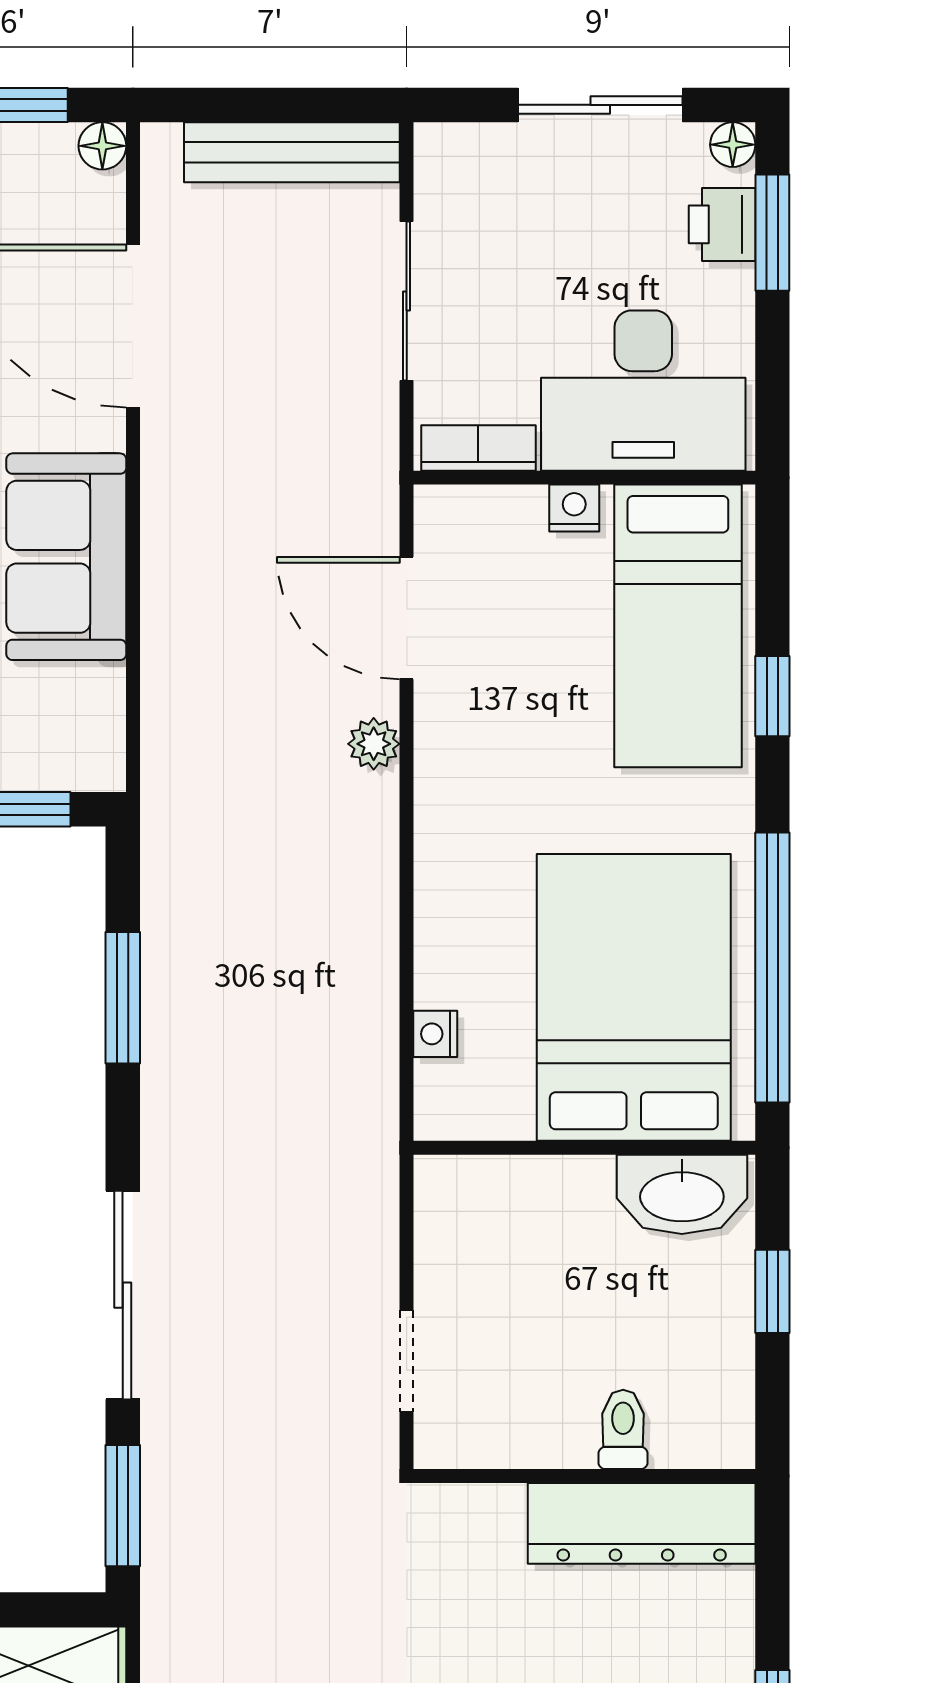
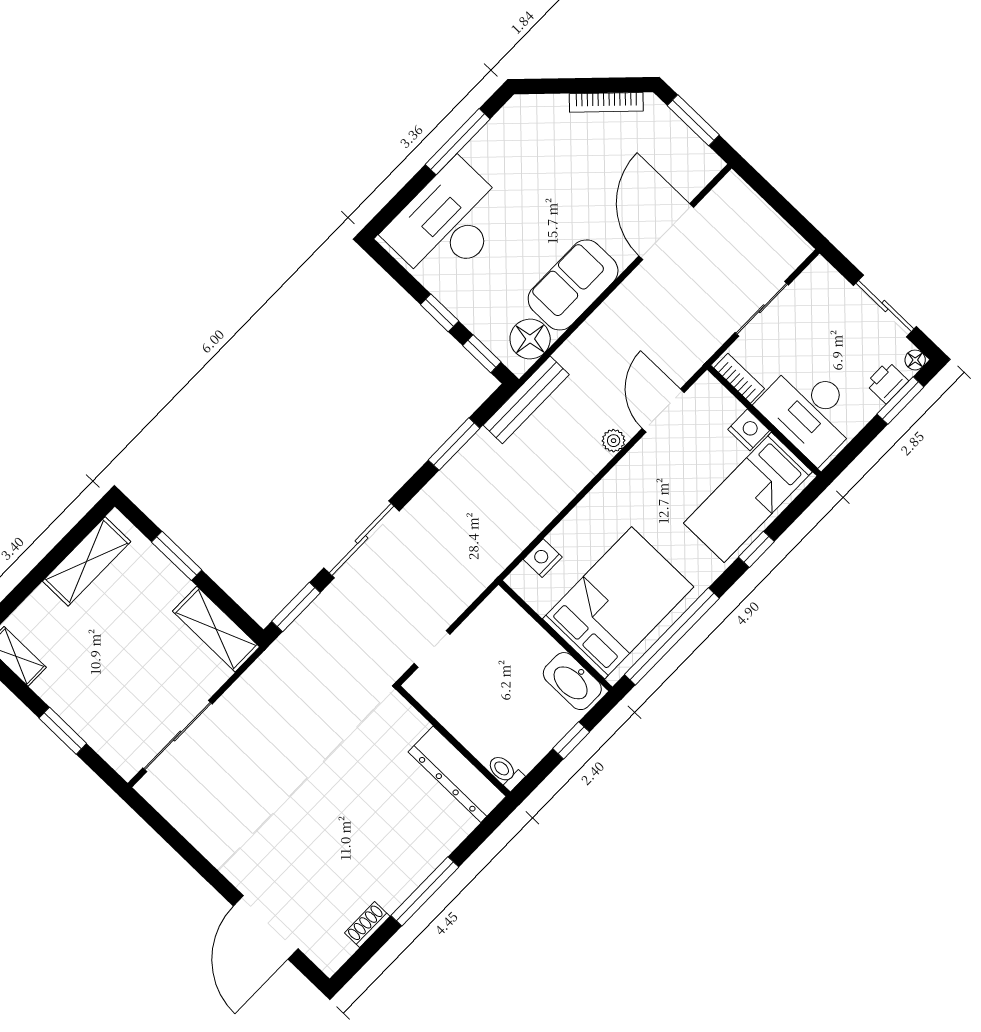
floor lamp: (102, 146) -> (530, 339), moved, width x1.89, depth x1.89
bench: (292, 152) -> (526, 400), moved, turned 90
nightstand: (574, 508) -> (749, 430), width x1.39, depth x1.35
nightstand: (435, 1034) -> (543, 558), width x1.39, depth x1.35
toilet: (623, 1429) -> (505, 772), moved, turned -90

